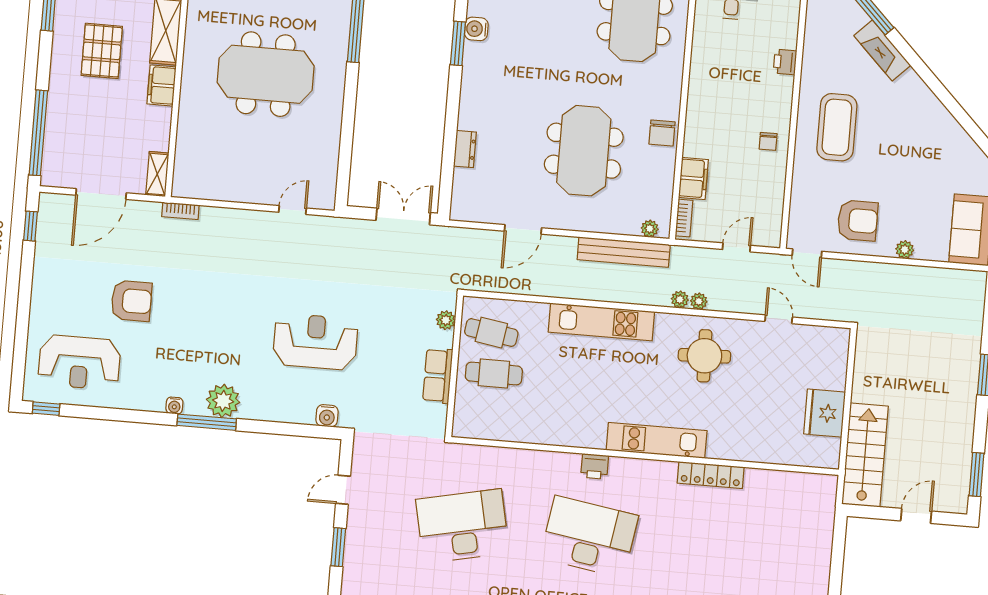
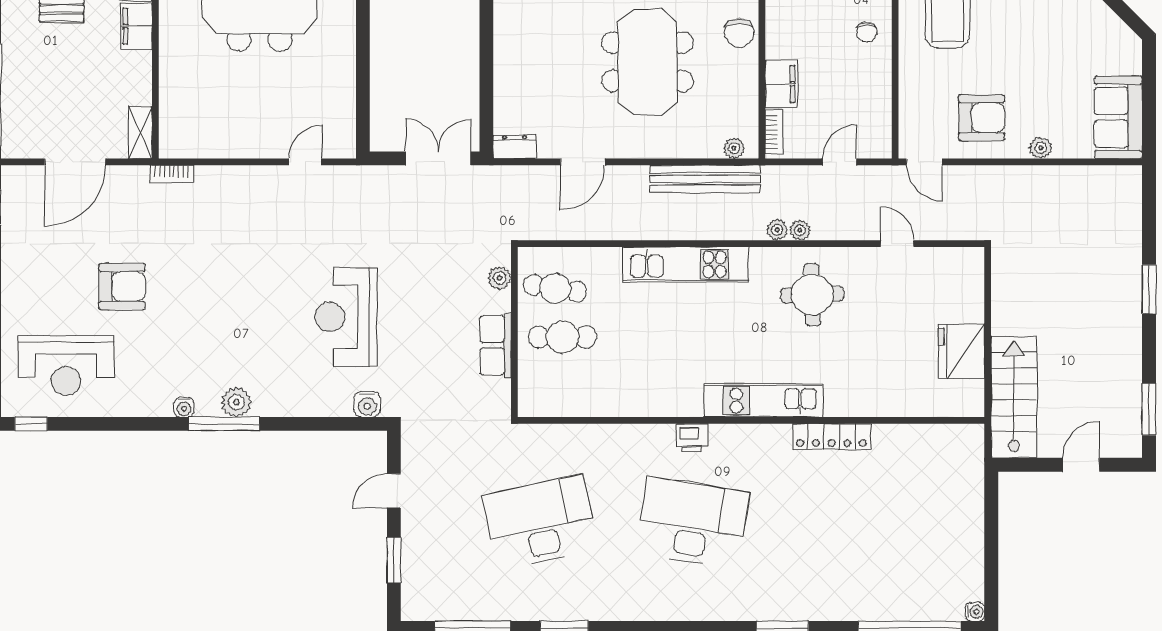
dresser: (465, 149) -> (515, 147), moved, turned -90
reception desk: (315, 342) -> (346, 317), turned -90
plant: (223, 401) -> (236, 402), width x0.73, depth x0.73

